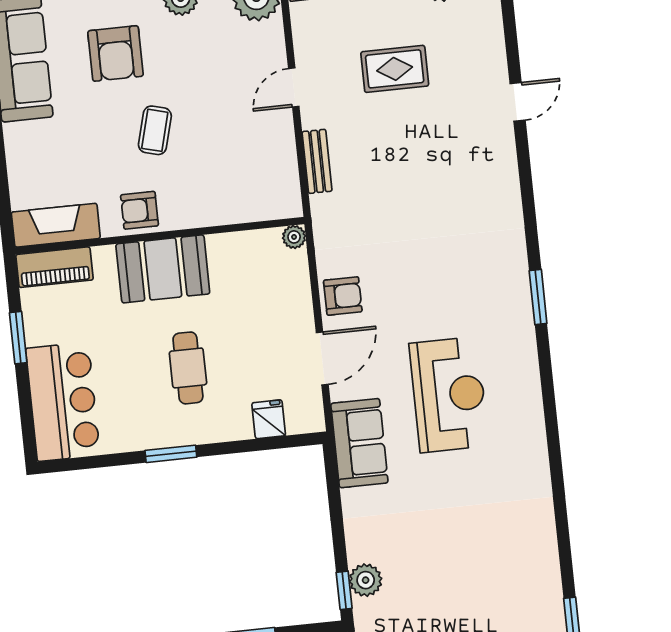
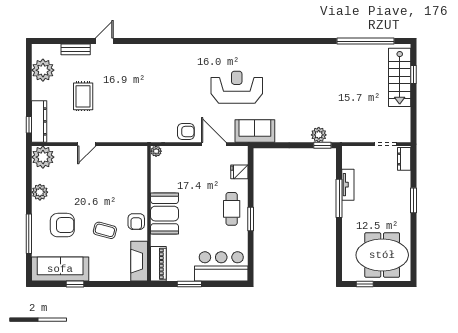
door: (294, 87) -> (87, 144), hinge flipped
door: (518, 102) -> (104, 41), hinge flipped
coffee table: (155, 130) -> (105, 230), moved
bench: (317, 161) -> (76, 49), moved
armchair: (343, 296) -> (186, 131), turned 90
window: (538, 297) -> (196, 41), removed
cafe table: (188, 368) -> (232, 209), moved, turned 90

